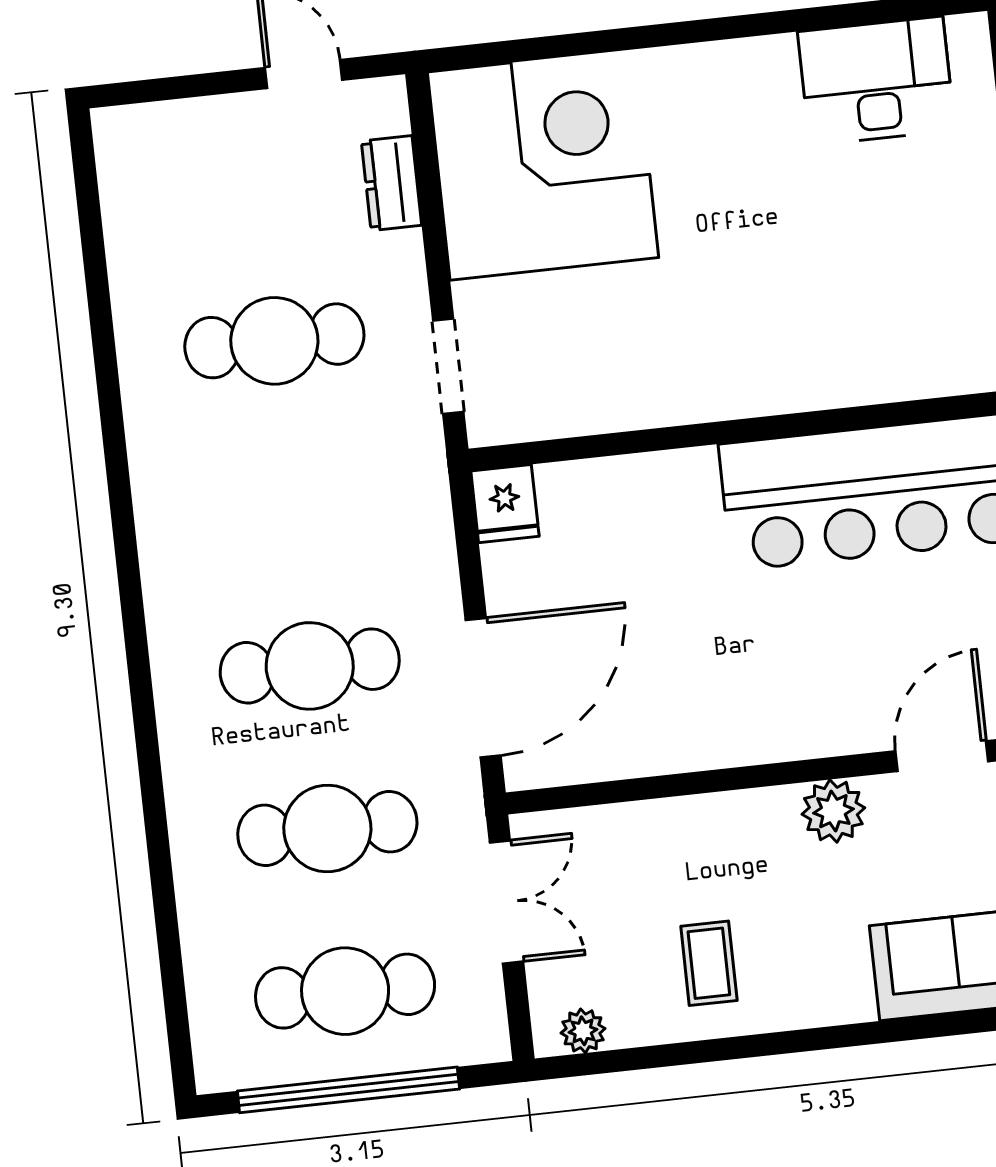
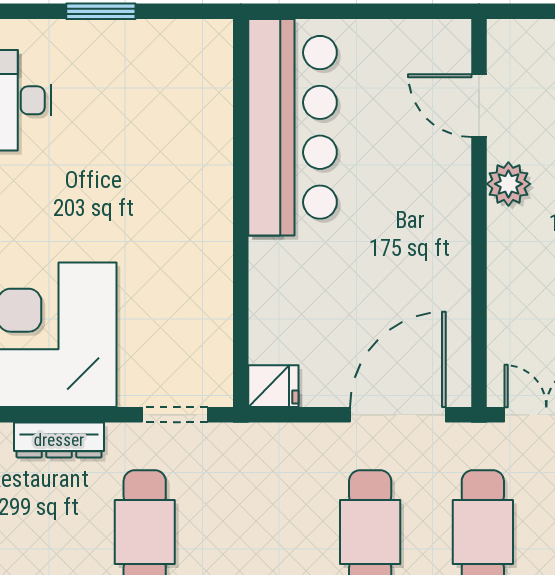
dresser: (392, 183) -> (59, 440), width x1.44
door: (483, 688) -> (398, 415), hinge flipped

